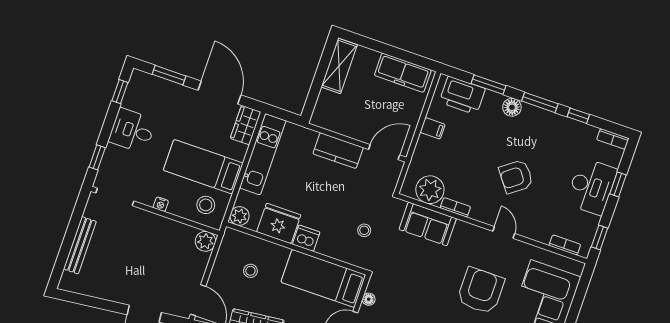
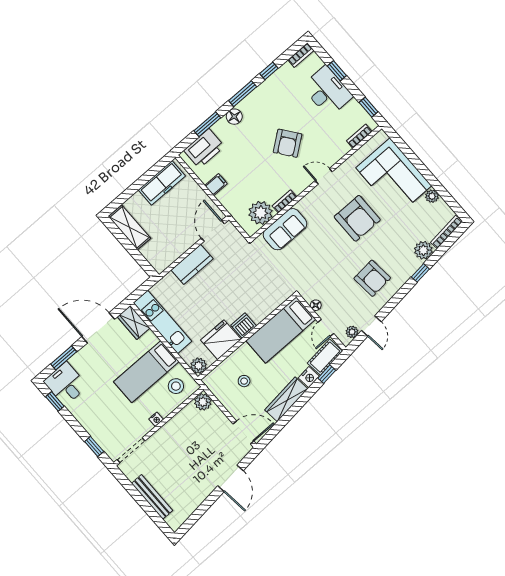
desk: (132, 131) -> (66, 384), moved, turned 90
stool: (364, 230) -> (263, 279), removed
armchair: (481, 291) -> (357, 218), turned 180

